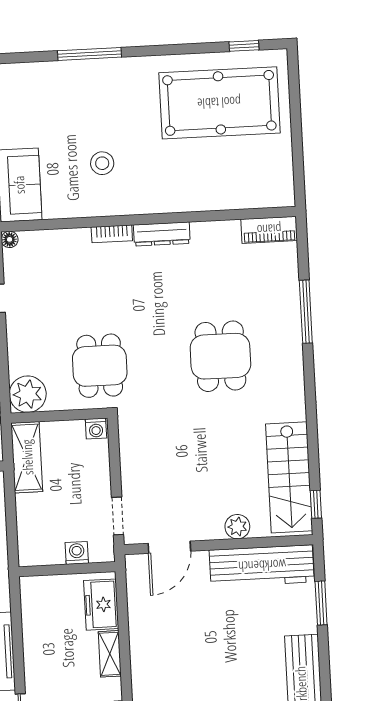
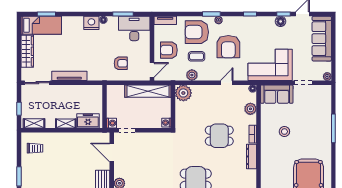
plant: (55, 242) -> (250, 109), added
dining table: (100, 366) -> (219, 136), moved
shelving: (27, 457) -> (148, 91), width x1.47
washing machine: (77, 553) -> (111, 123), moved

